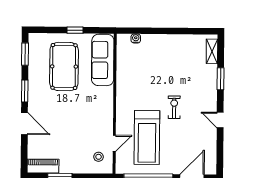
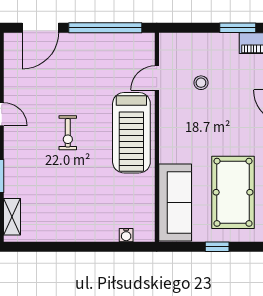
treadmill: (147, 137) -> (131, 133), moved, turned 180
stool: (99, 157) -> (201, 83), moved

